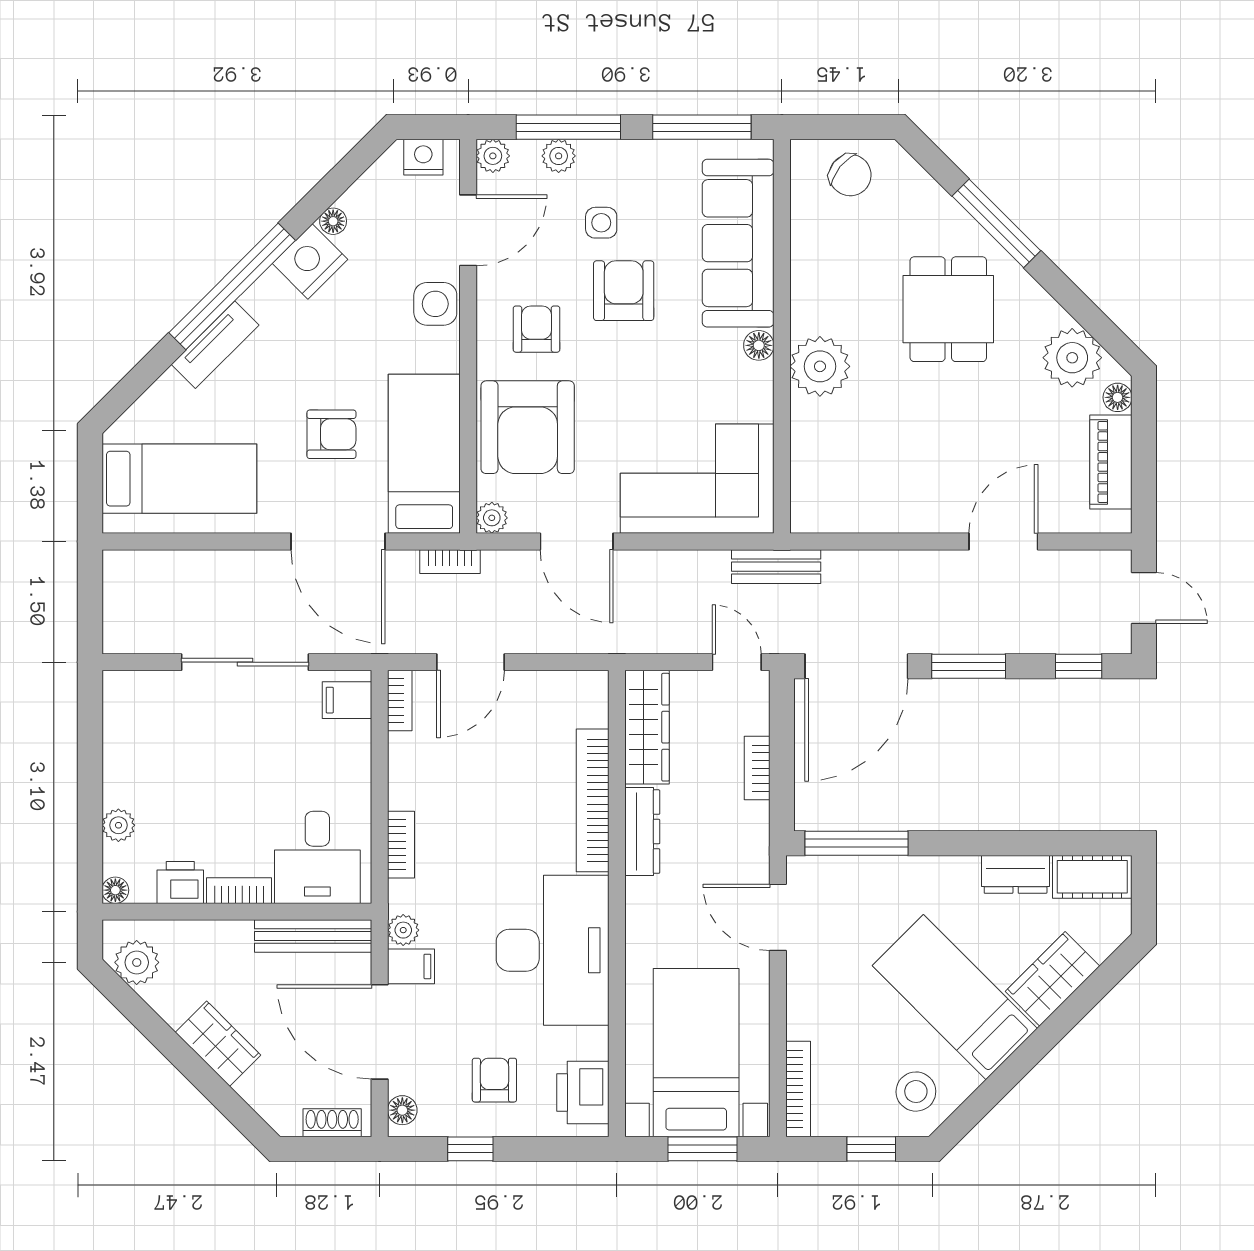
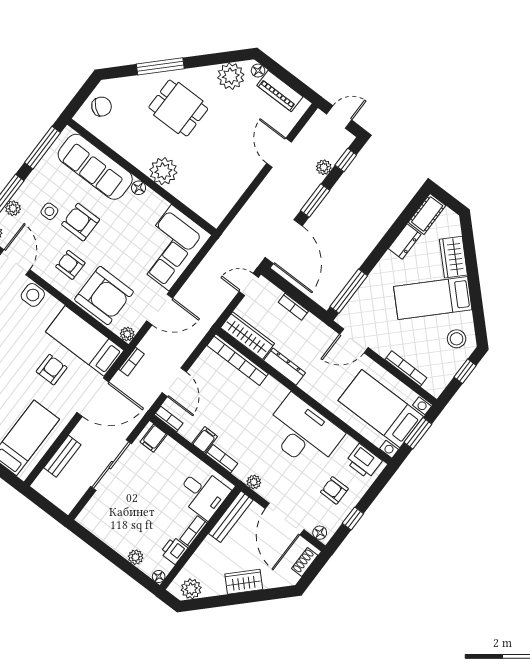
bench: (776, 567) -> (62, 456), moved
plant: (1037, 638) -> (324, 167), added
bookcase: (593, 800) -> (238, 360), moved
filing cabinet: (411, 966) -> (205, 440), moved
door: (380, 1032) -> (285, 519), hinge flipped
bookcase: (798, 1089) -> (406, 369), moved

